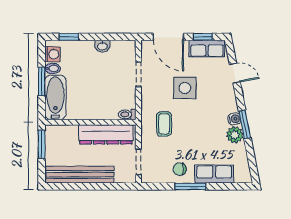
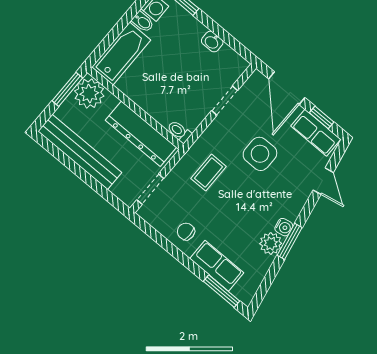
window: (42, 81) -> (121, 26), removed
plant: (56, 136) -> (89, 93), added
window: (190, 186) -> (222, 291), moved

